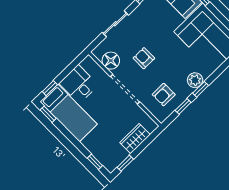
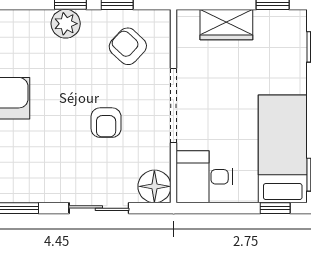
floor lamp: (111, 61) -> (154, 186), moved
desk: (79, 84) -> (204, 177), moved, turned 90
armchair: (164, 95) -> (128, 46), turned -137

